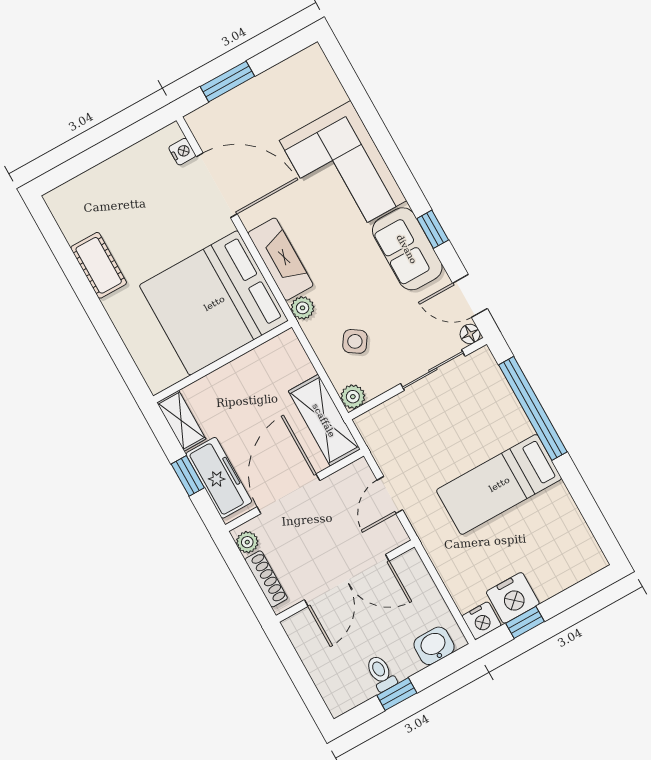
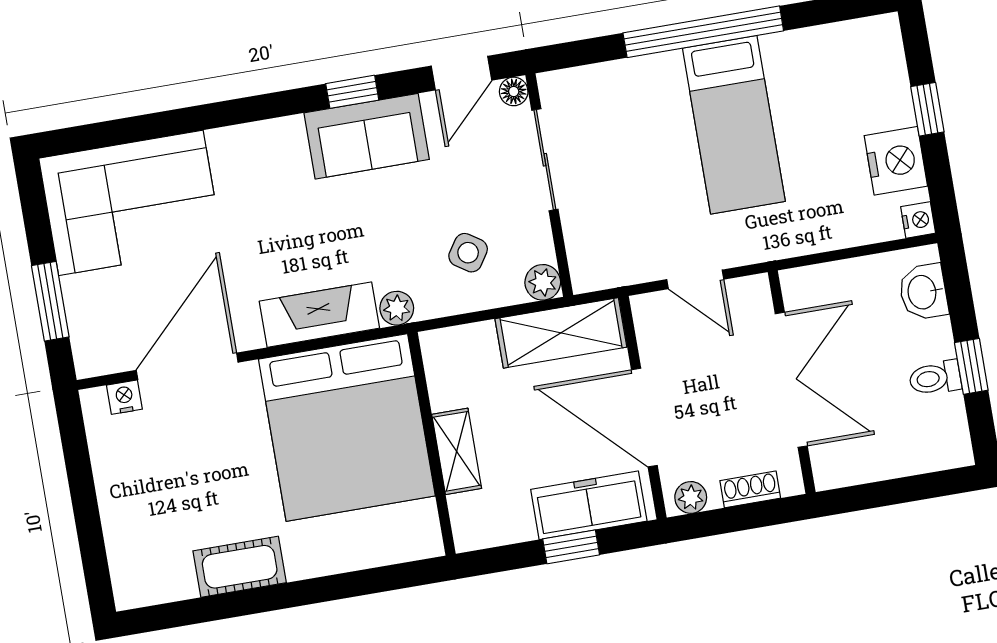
corner sofa: (343, 170) -> (131, 203), moved
window: (533, 408) -> (703, 32), moved
shelving: (181, 421) -> (457, 451), moved, turned 90
shoe rack: (266, 579) -> (750, 489), width x0.70
nightstand: (482, 621) -> (918, 220), width x0.72, depth x0.74
window: (525, 622) -> (927, 109), moved

